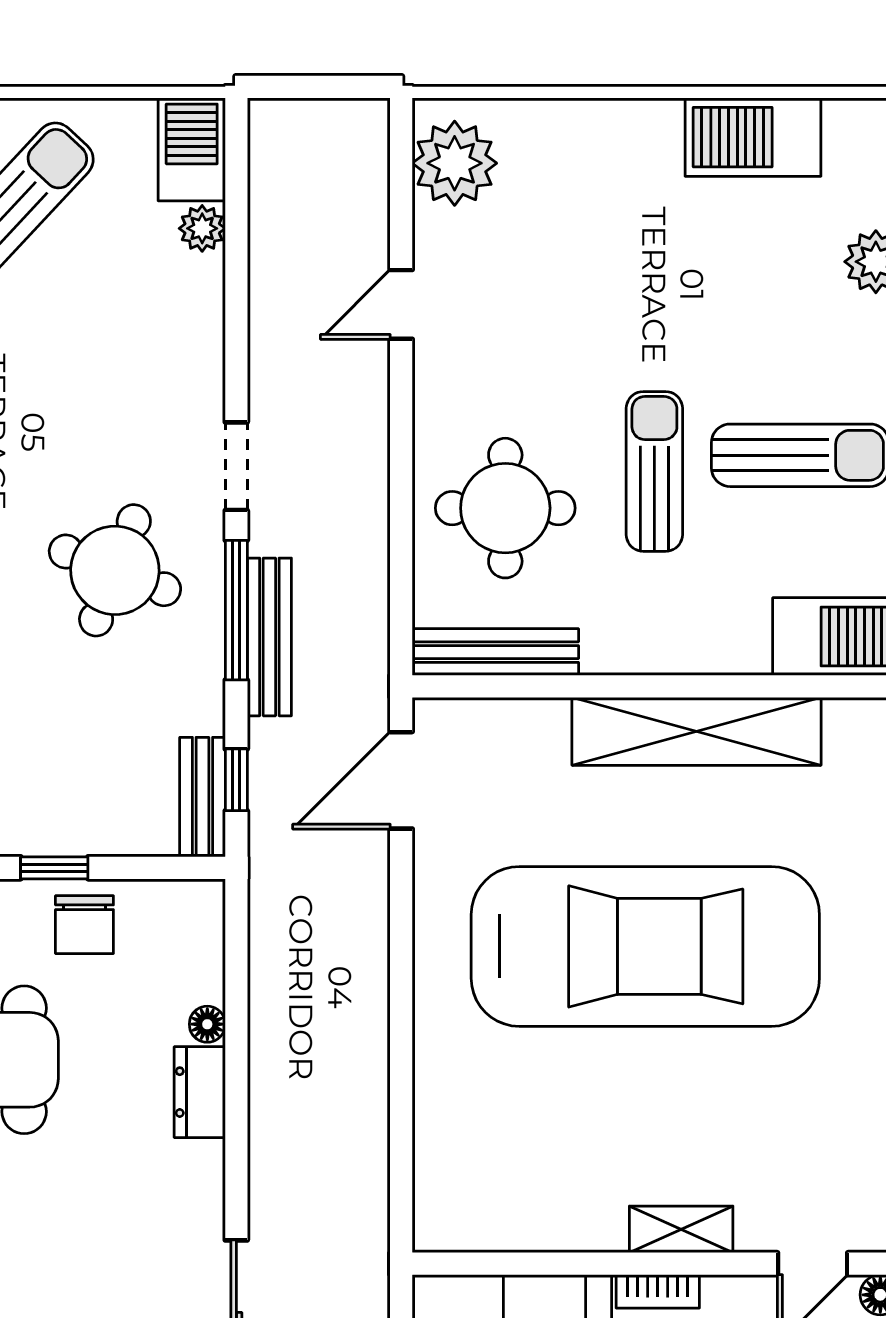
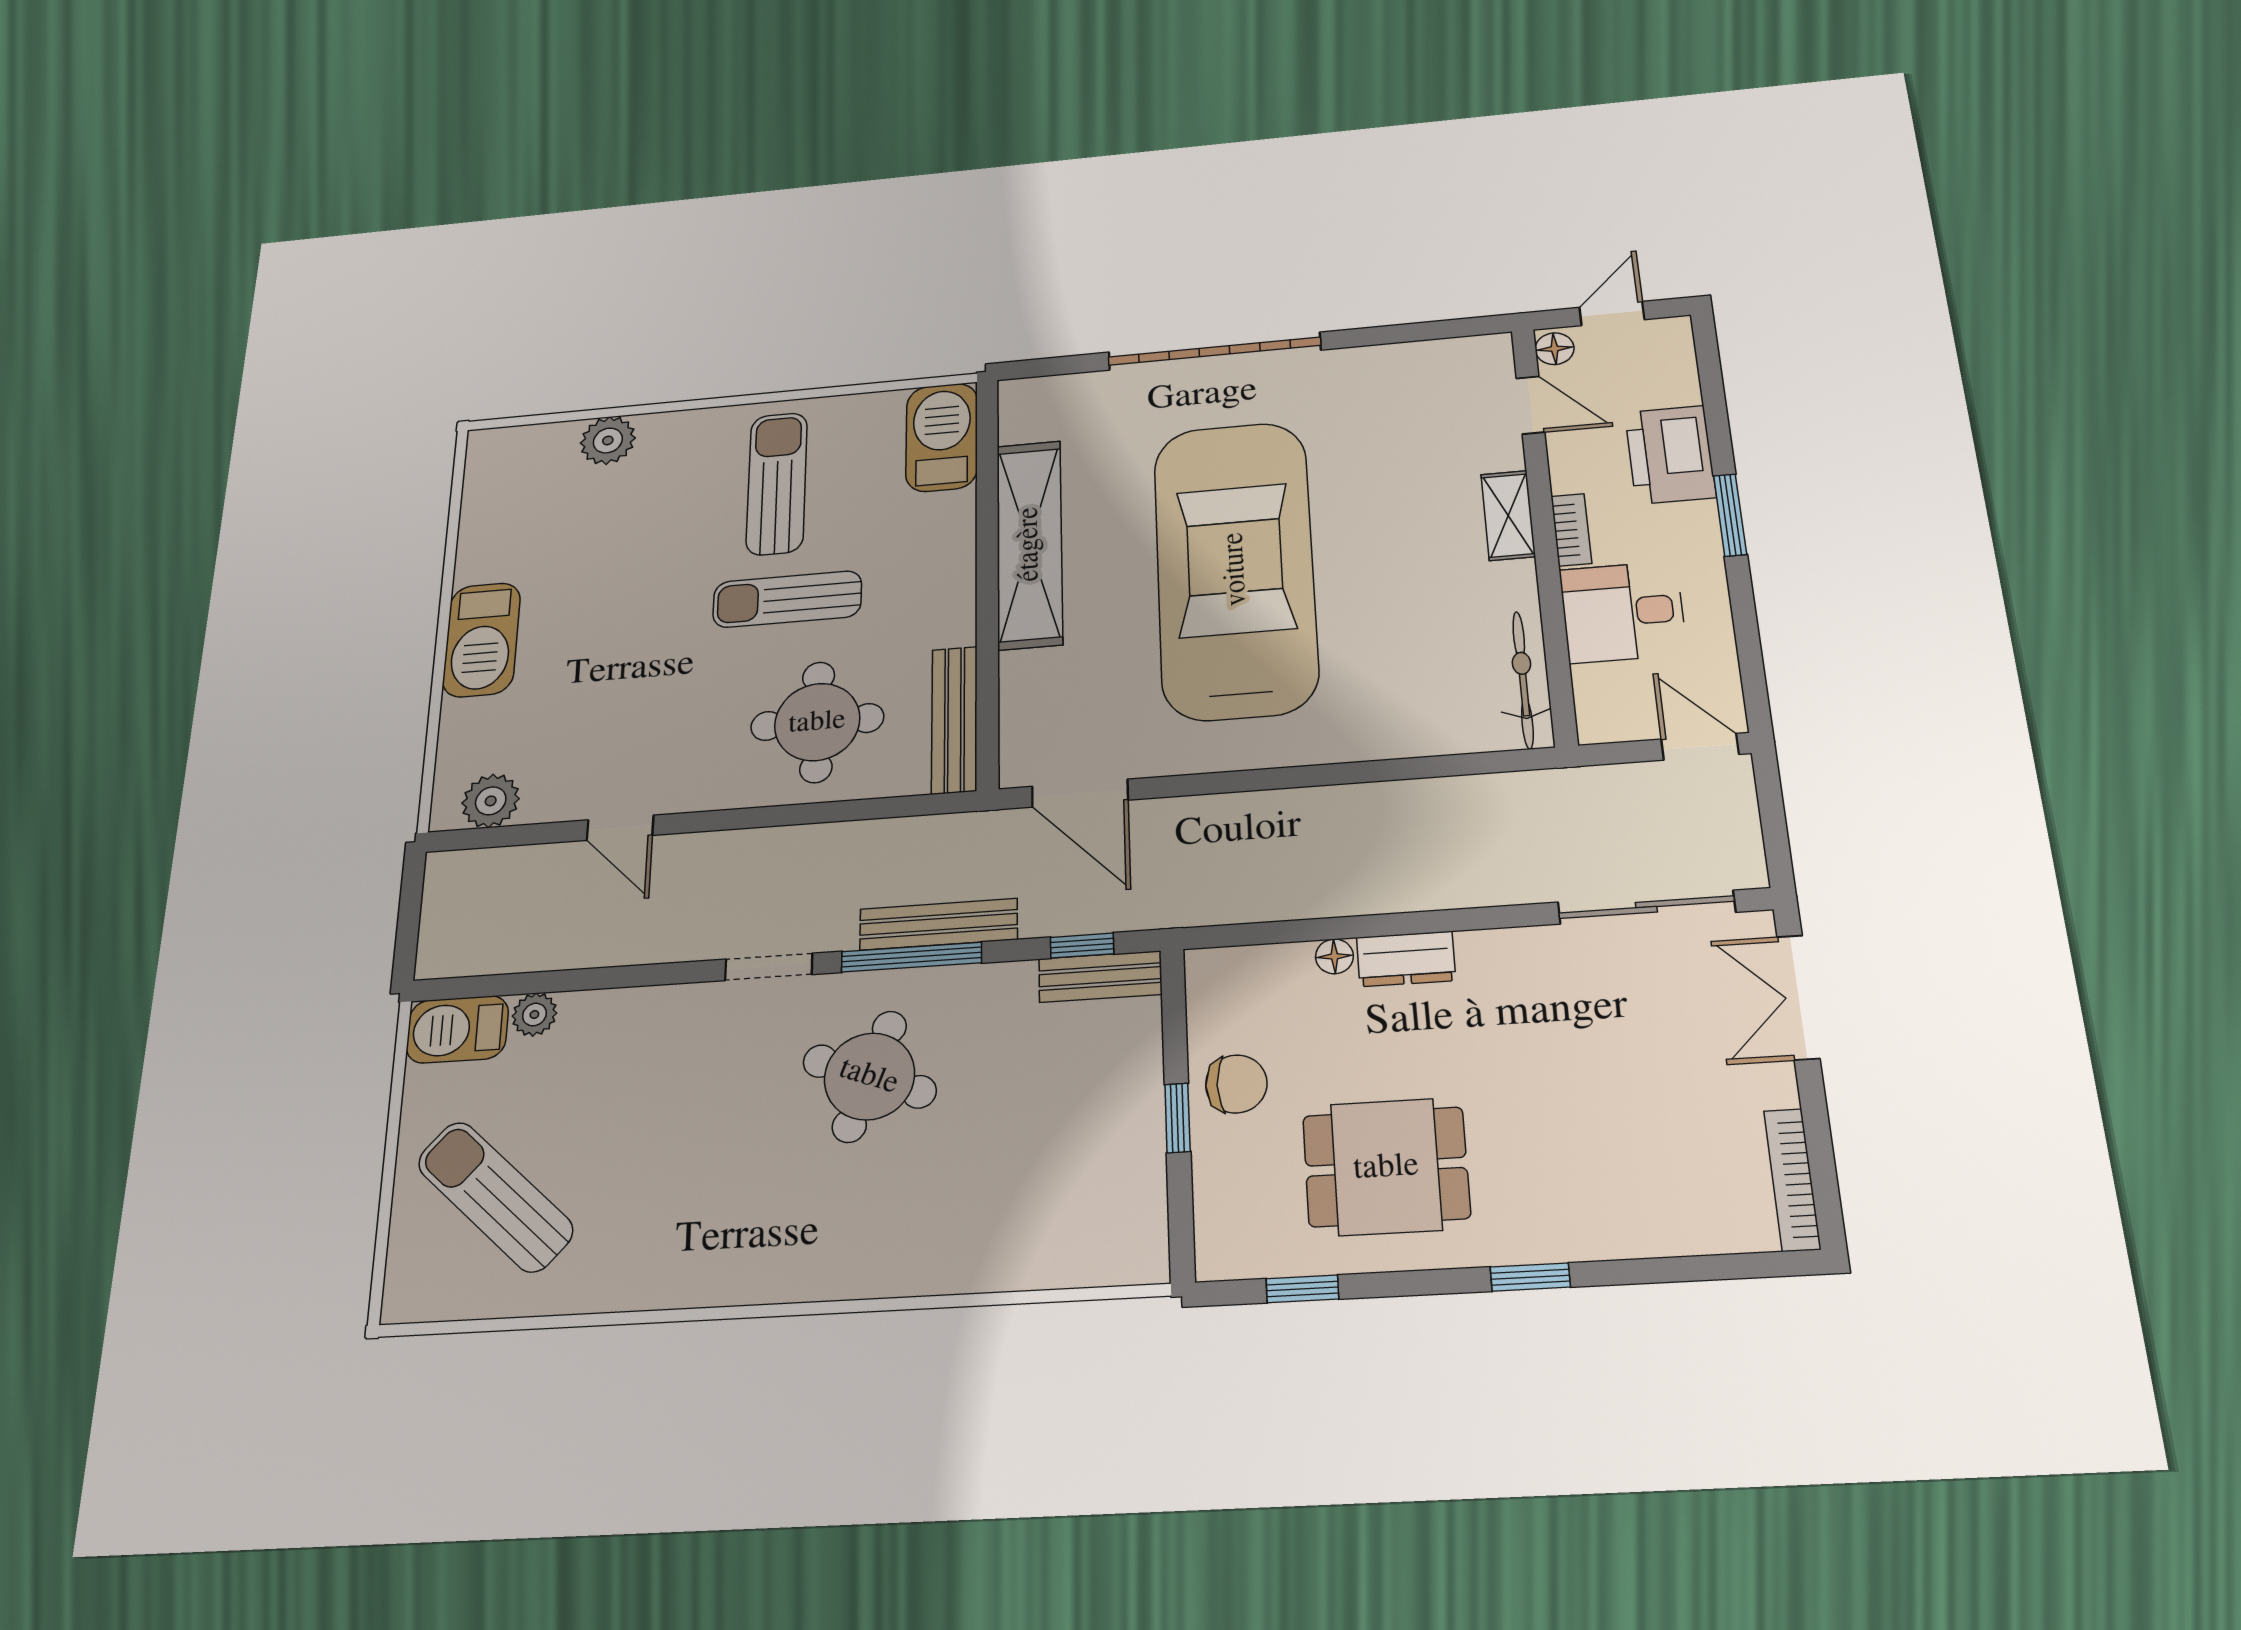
barbecue: (753, 137) -> (482, 640), moved
plant: (455, 163) -> (491, 801), width x0.73, depth x0.73
bicycle: (490, 1228) -> (1523, 680), added

